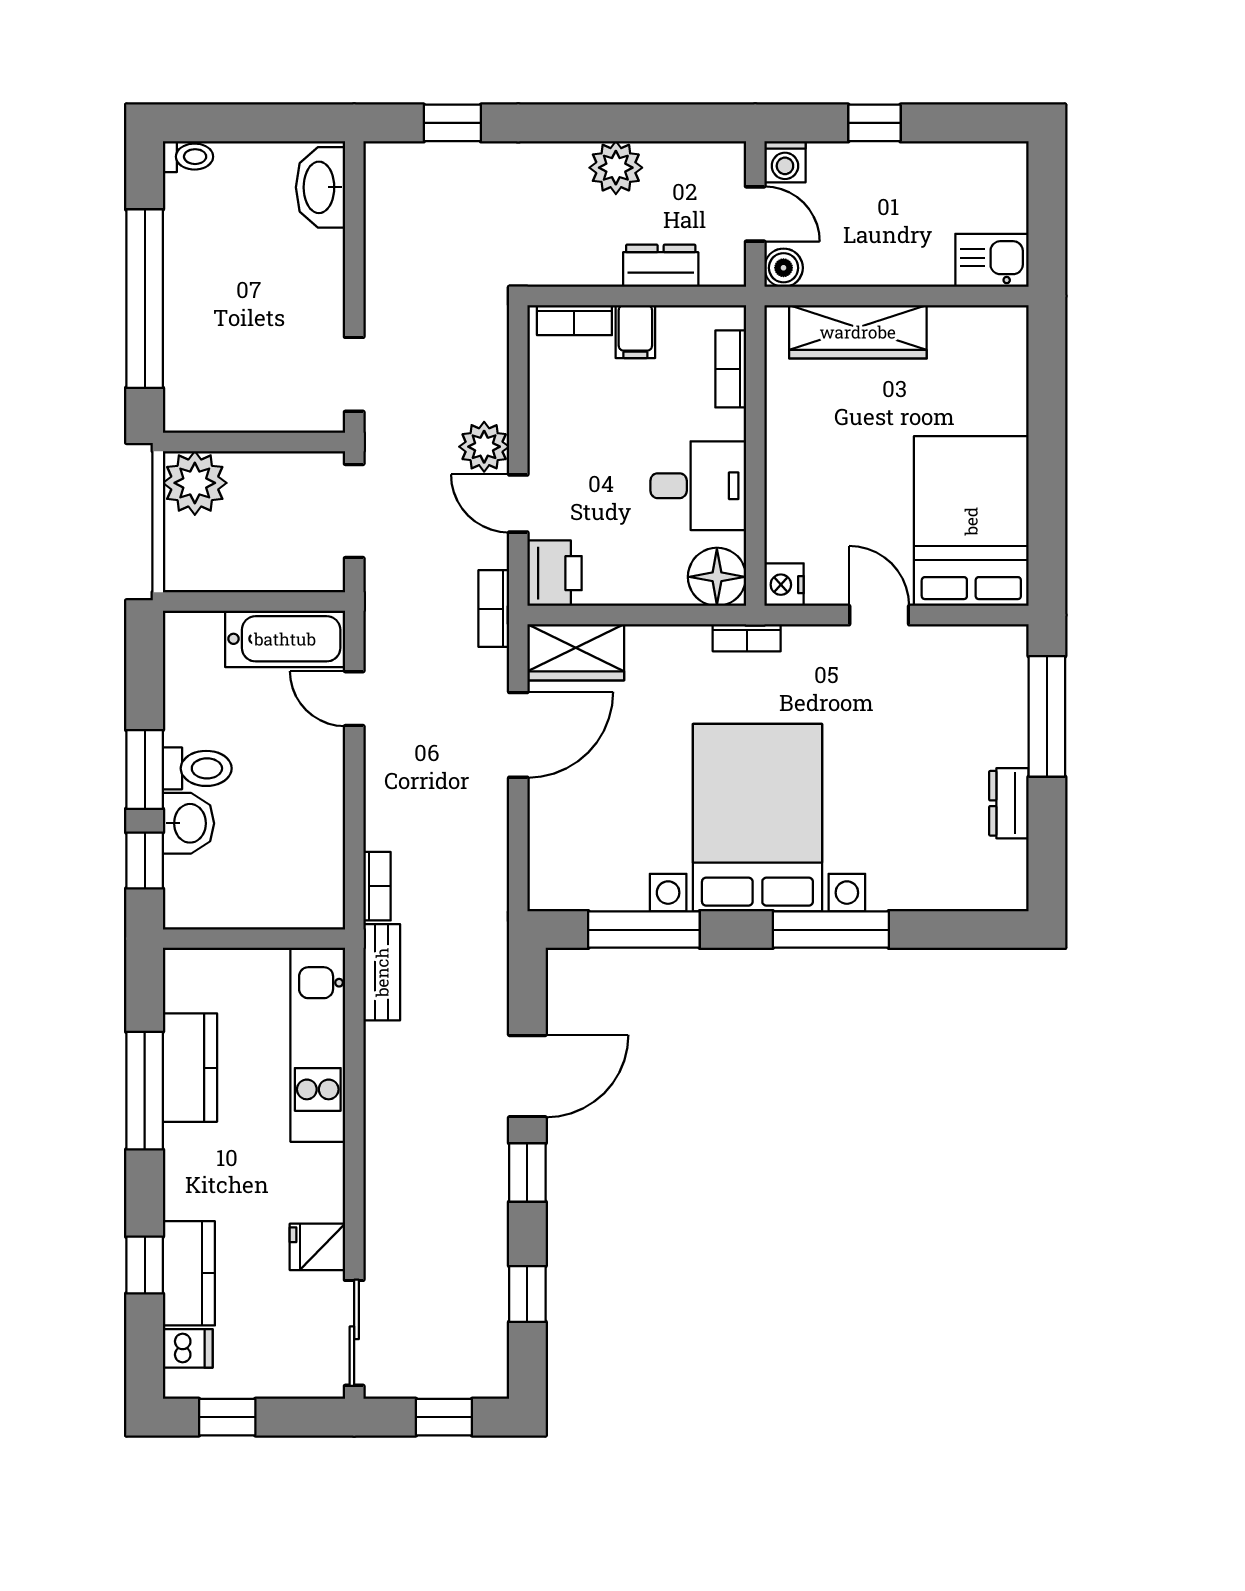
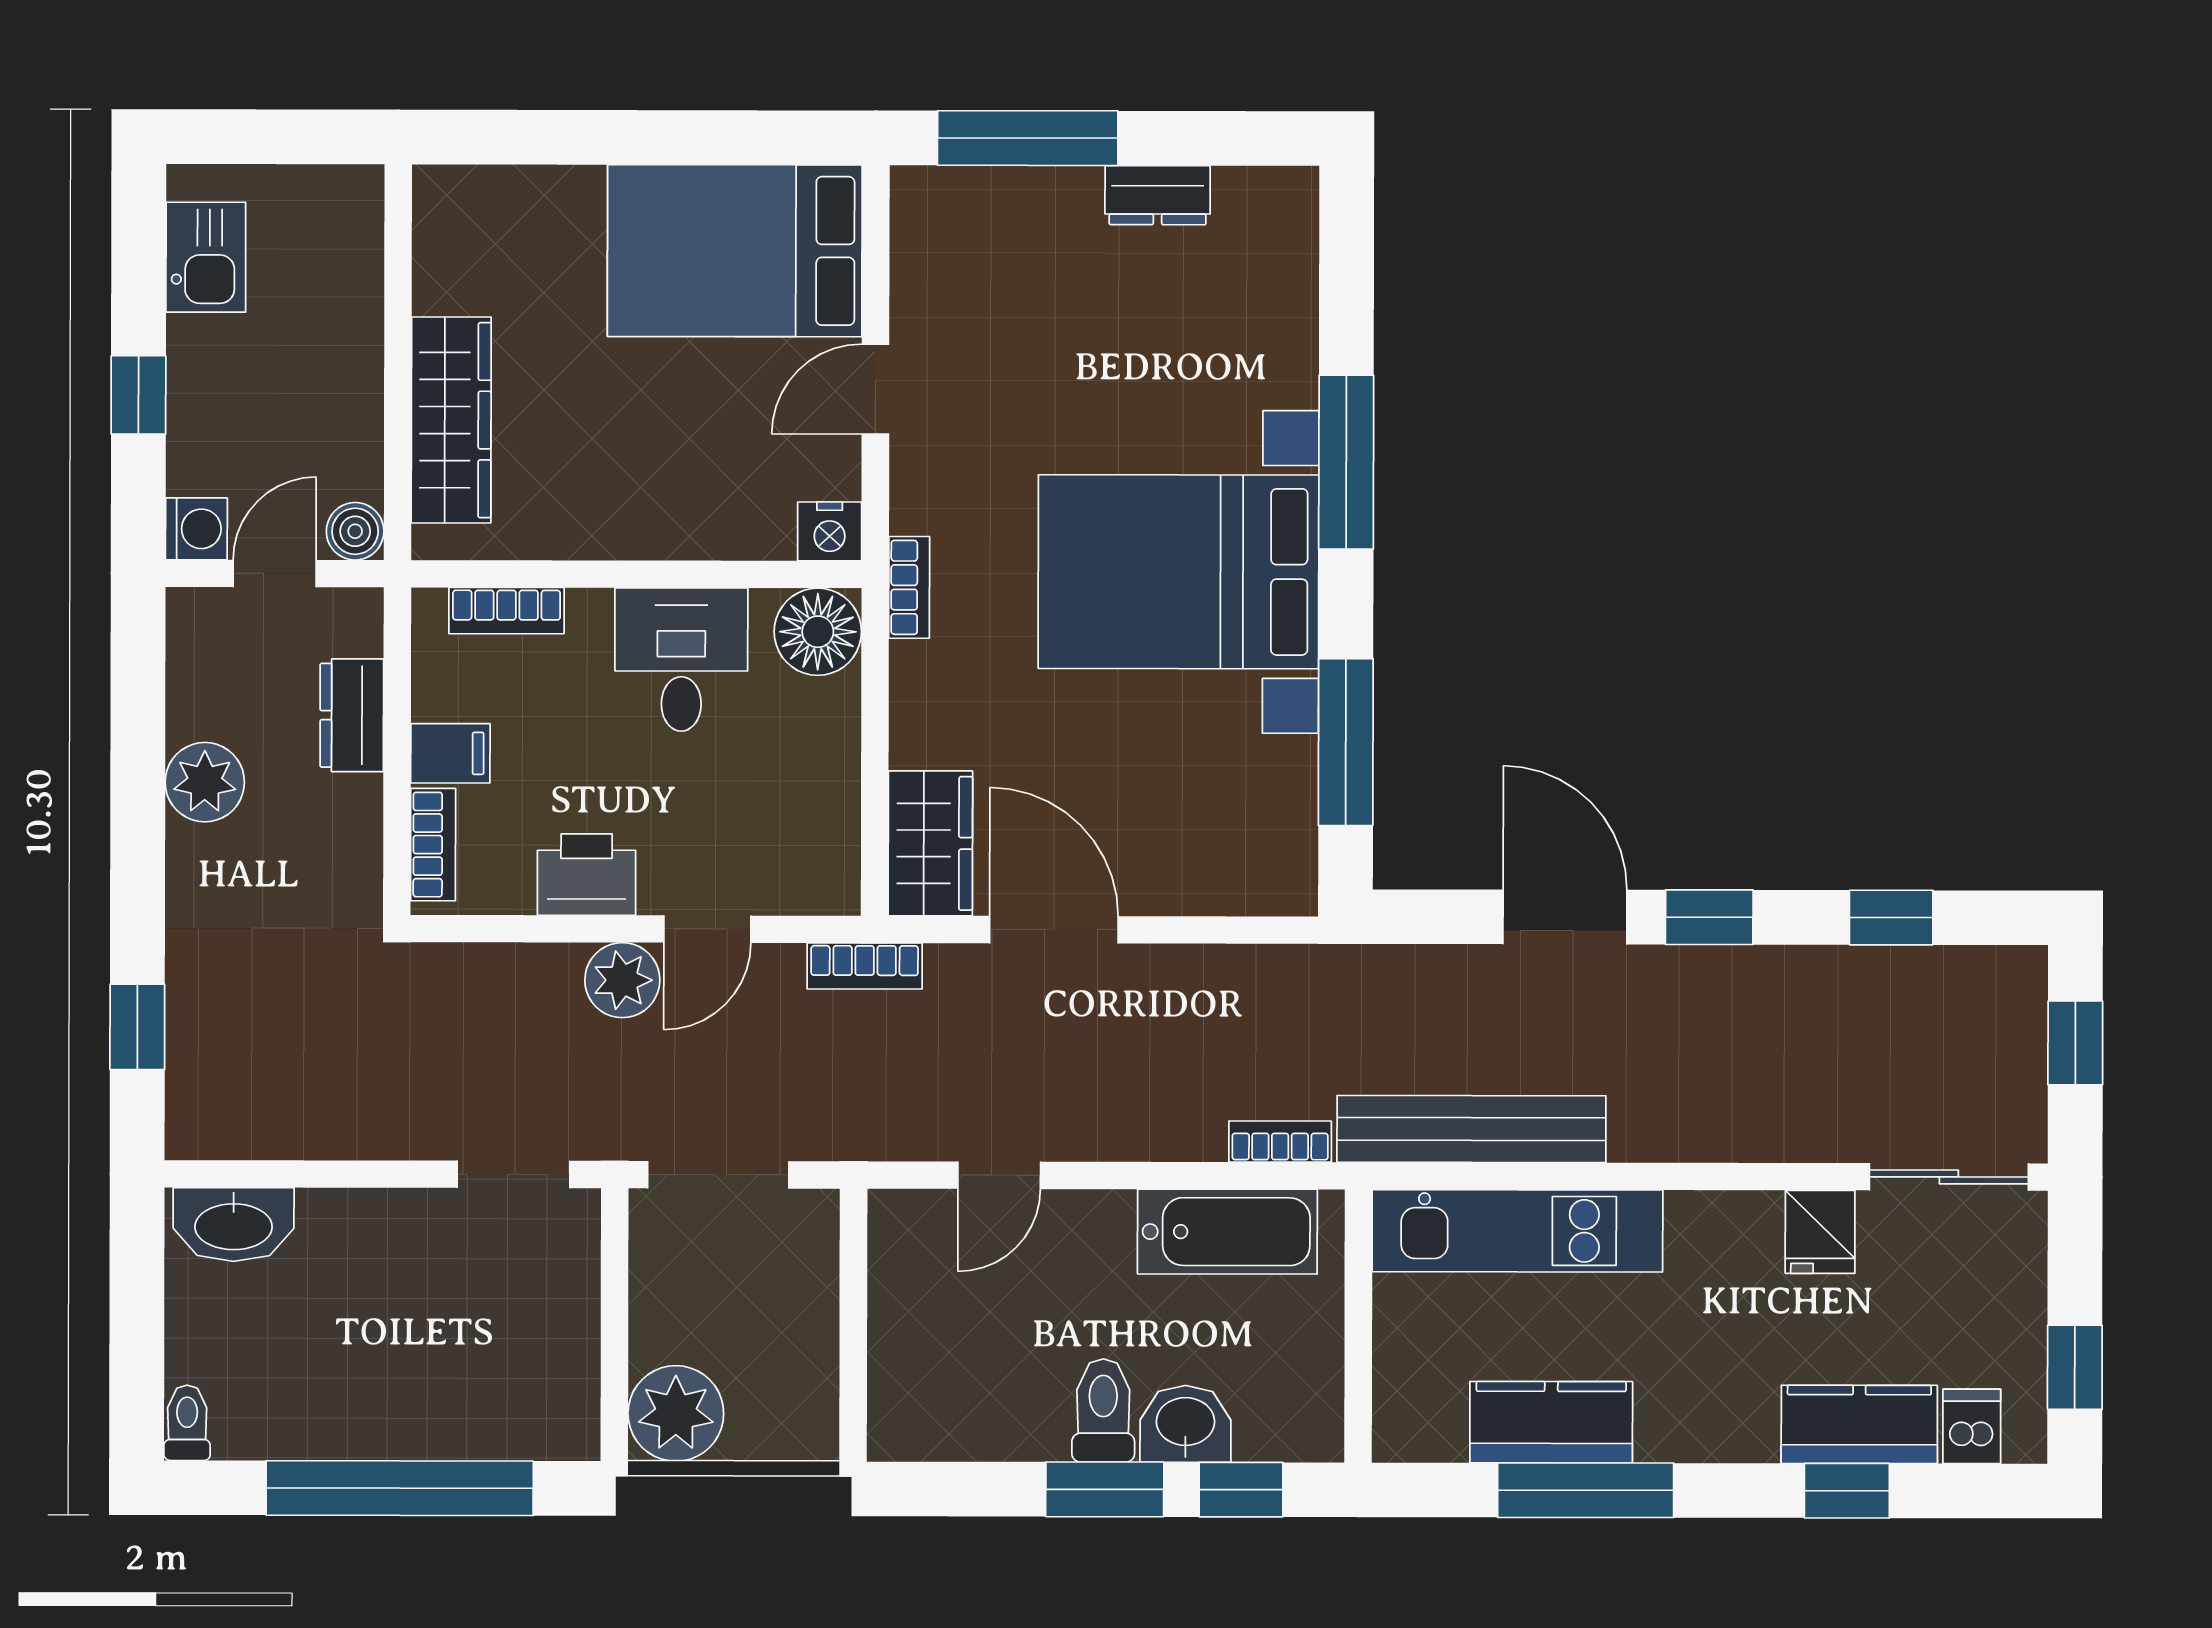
kitchen sink: (992, 260) -> (206, 257), moved, turned 180
printer: (555, 573) -> (587, 875), moved
bathtub: (285, 639) -> (1227, 1232), moved, turned 90
bench: (382, 972) -> (1471, 1129), width x1.86, depth x1.21

